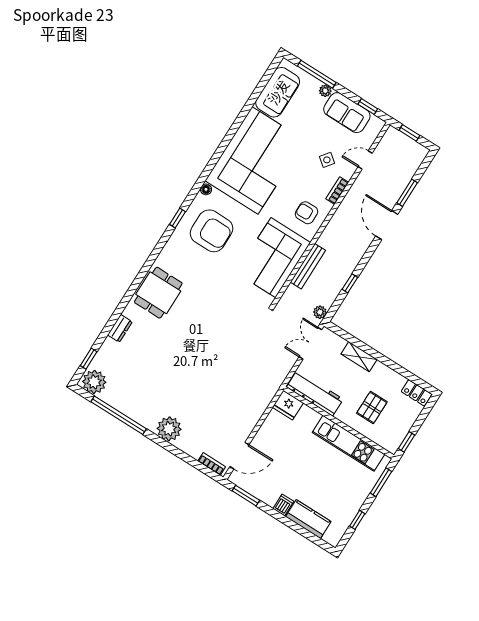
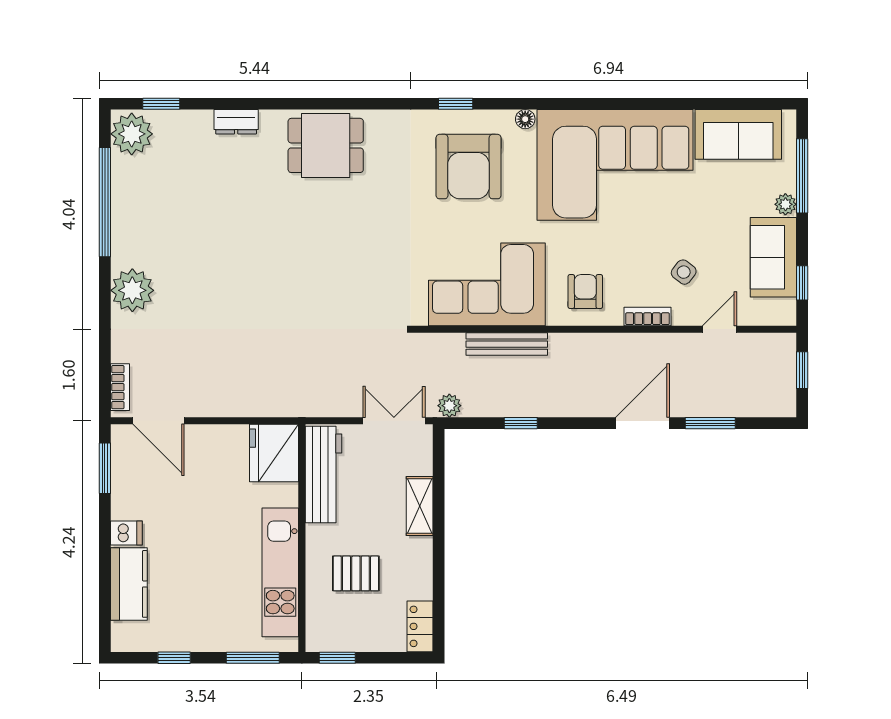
door: (365, 160) -> (720, 329), hinge flipped
fridge: (288, 405) -> (274, 453), width x1.36, depth x1.34

